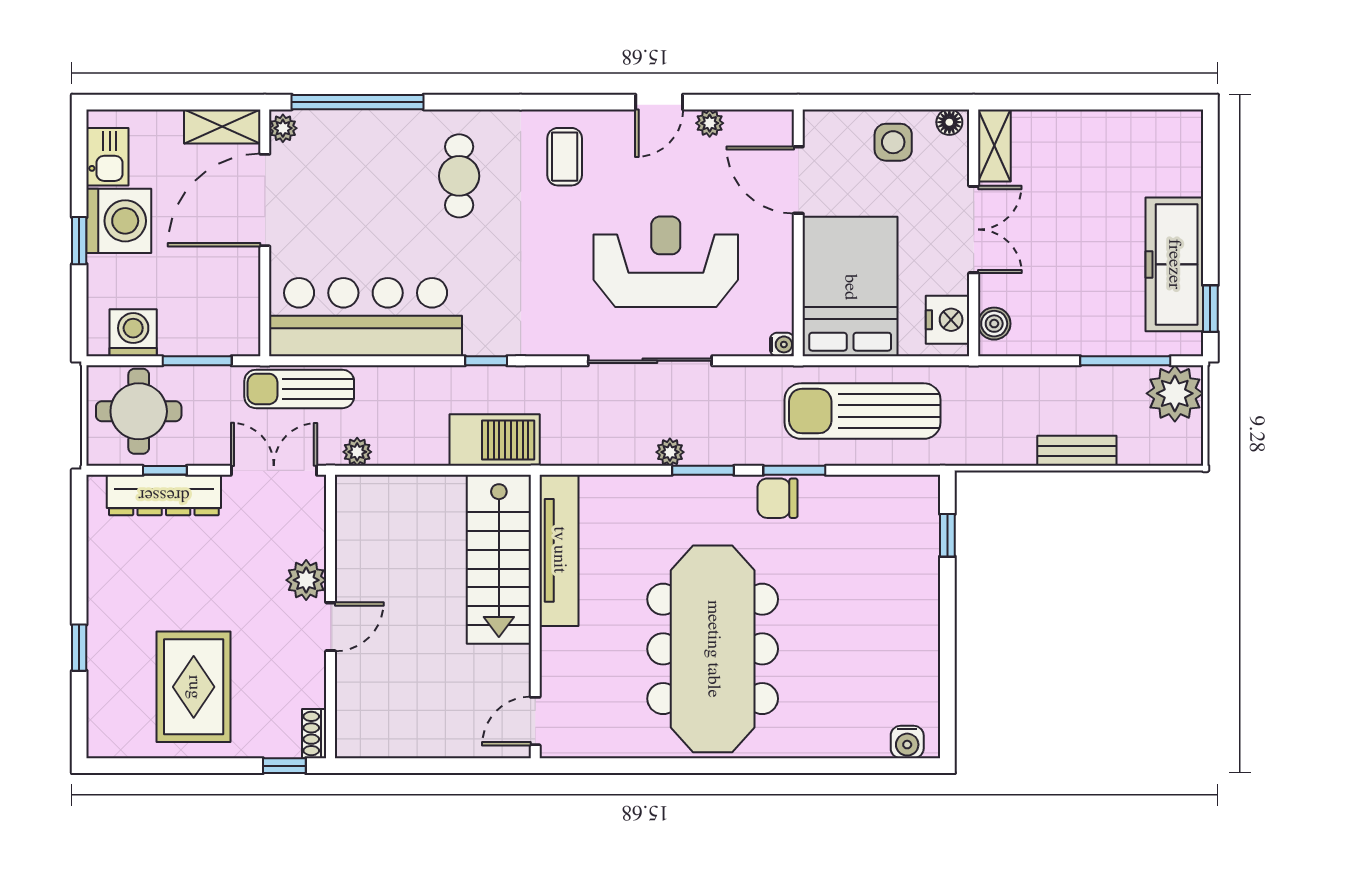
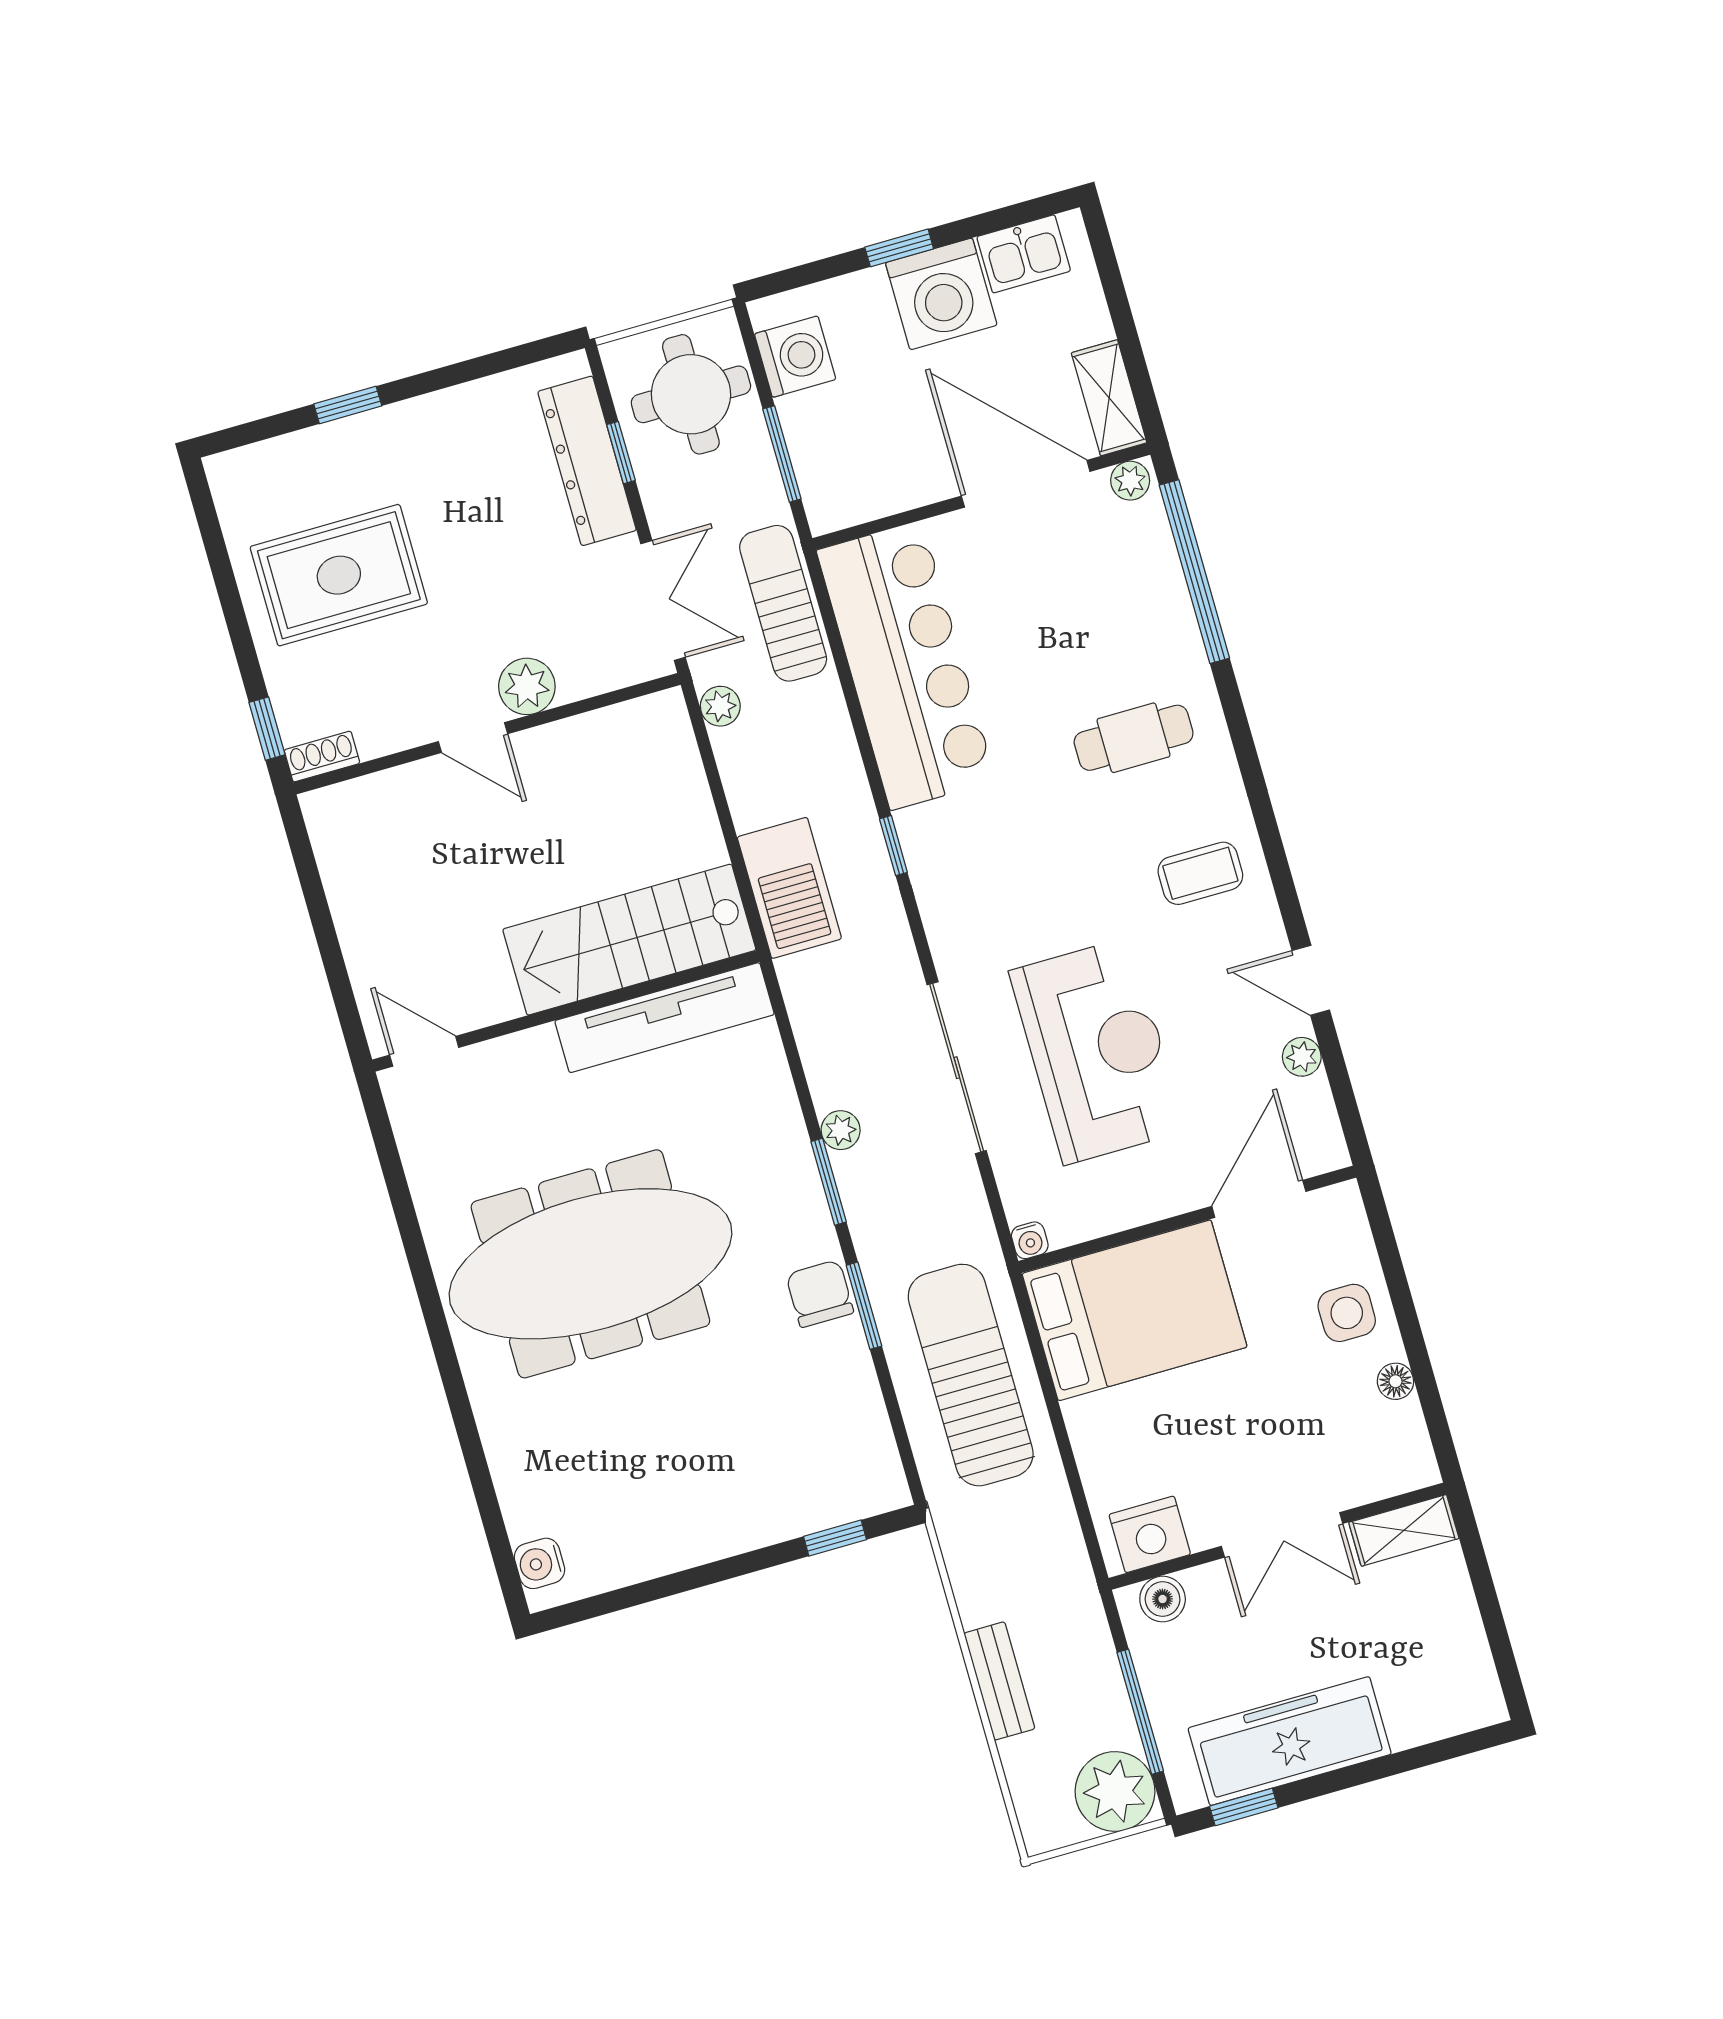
shelving: (994, 146) -> (1404, 1530), moved
double door: (974, 229) -> (1282, 1535), moved
wall: (974, 233) -> (1278, 1536), moved
nightstand: (948, 320) -> (1150, 1534), moved
boiler: (994, 324) -> (1163, 1599), moved

